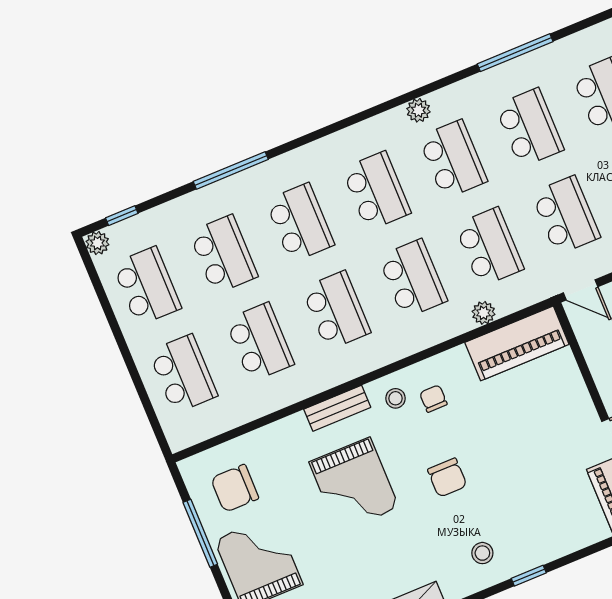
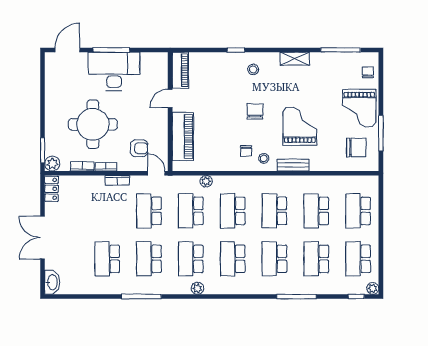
piano: (517, 343) -> (183, 136), moved, turned 90

